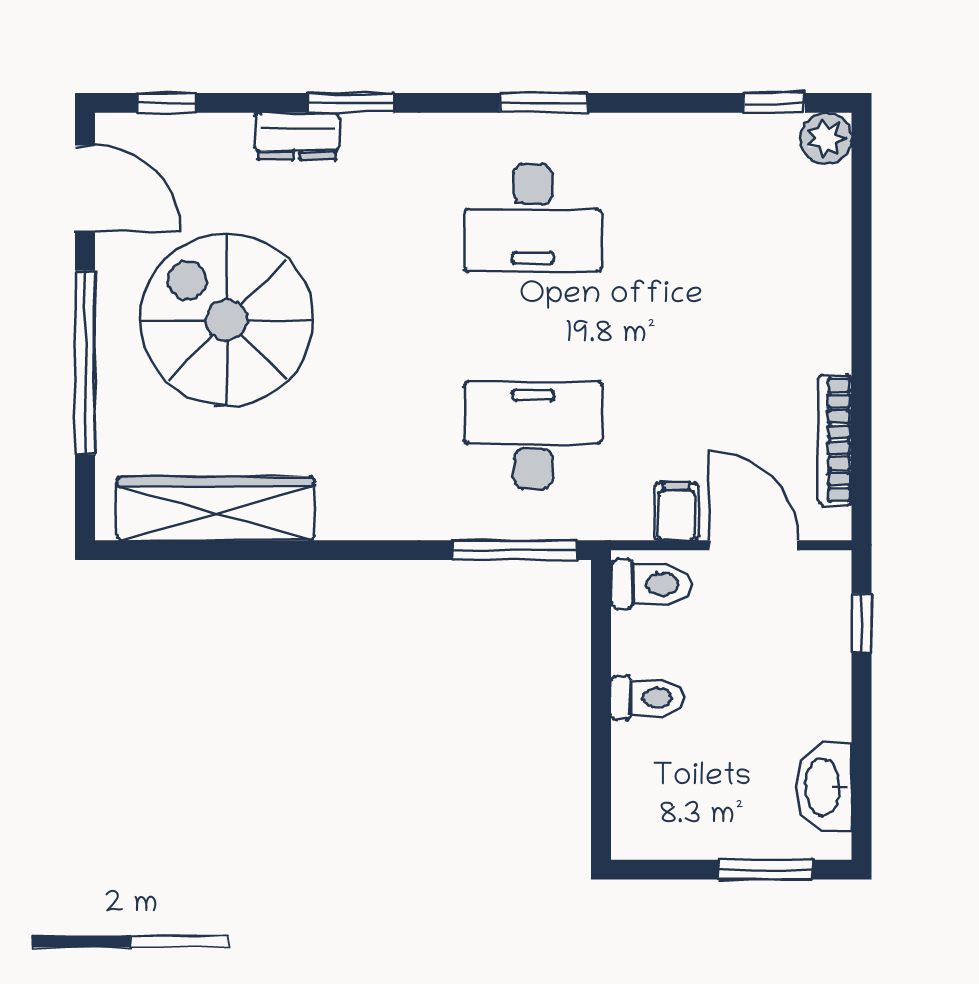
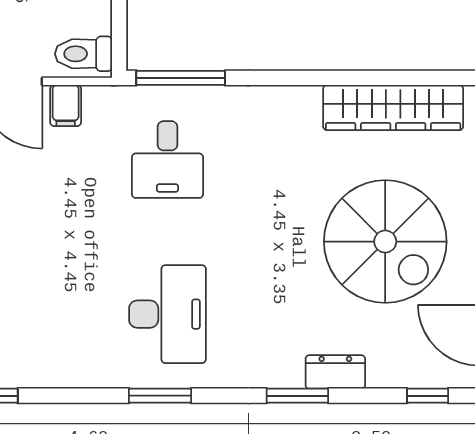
desk: (533, 218) -> (167, 314), turned 90
desk: (533, 435) -> (167, 160), width x0.73

